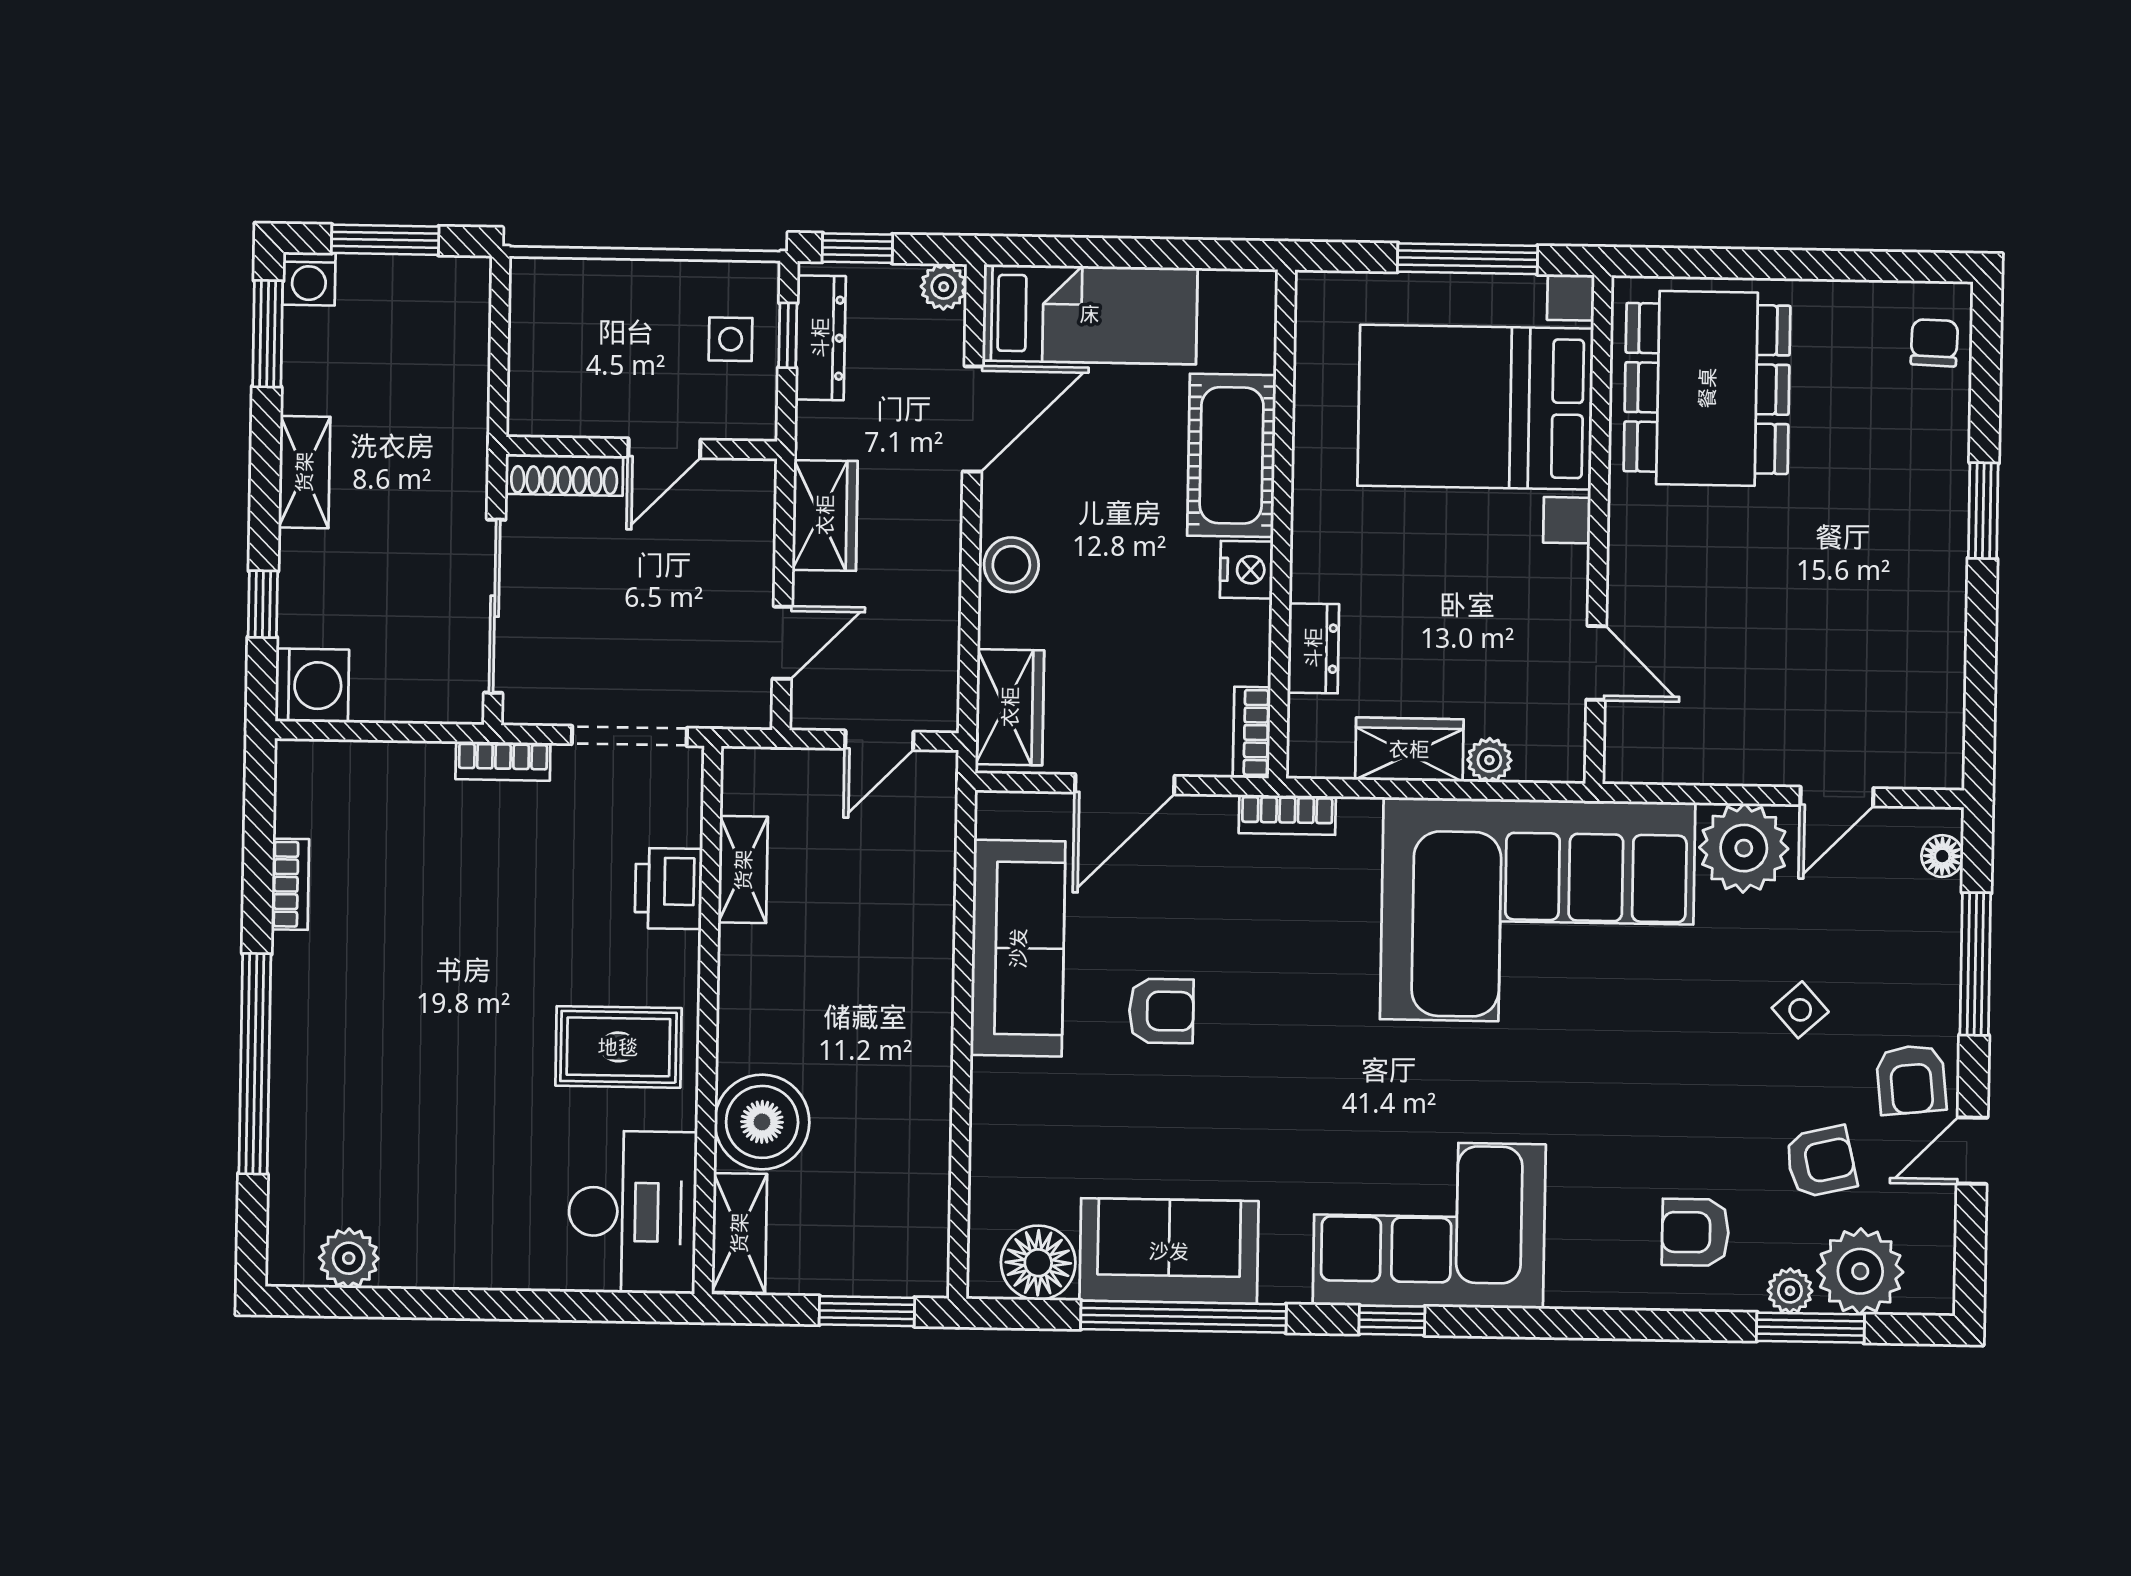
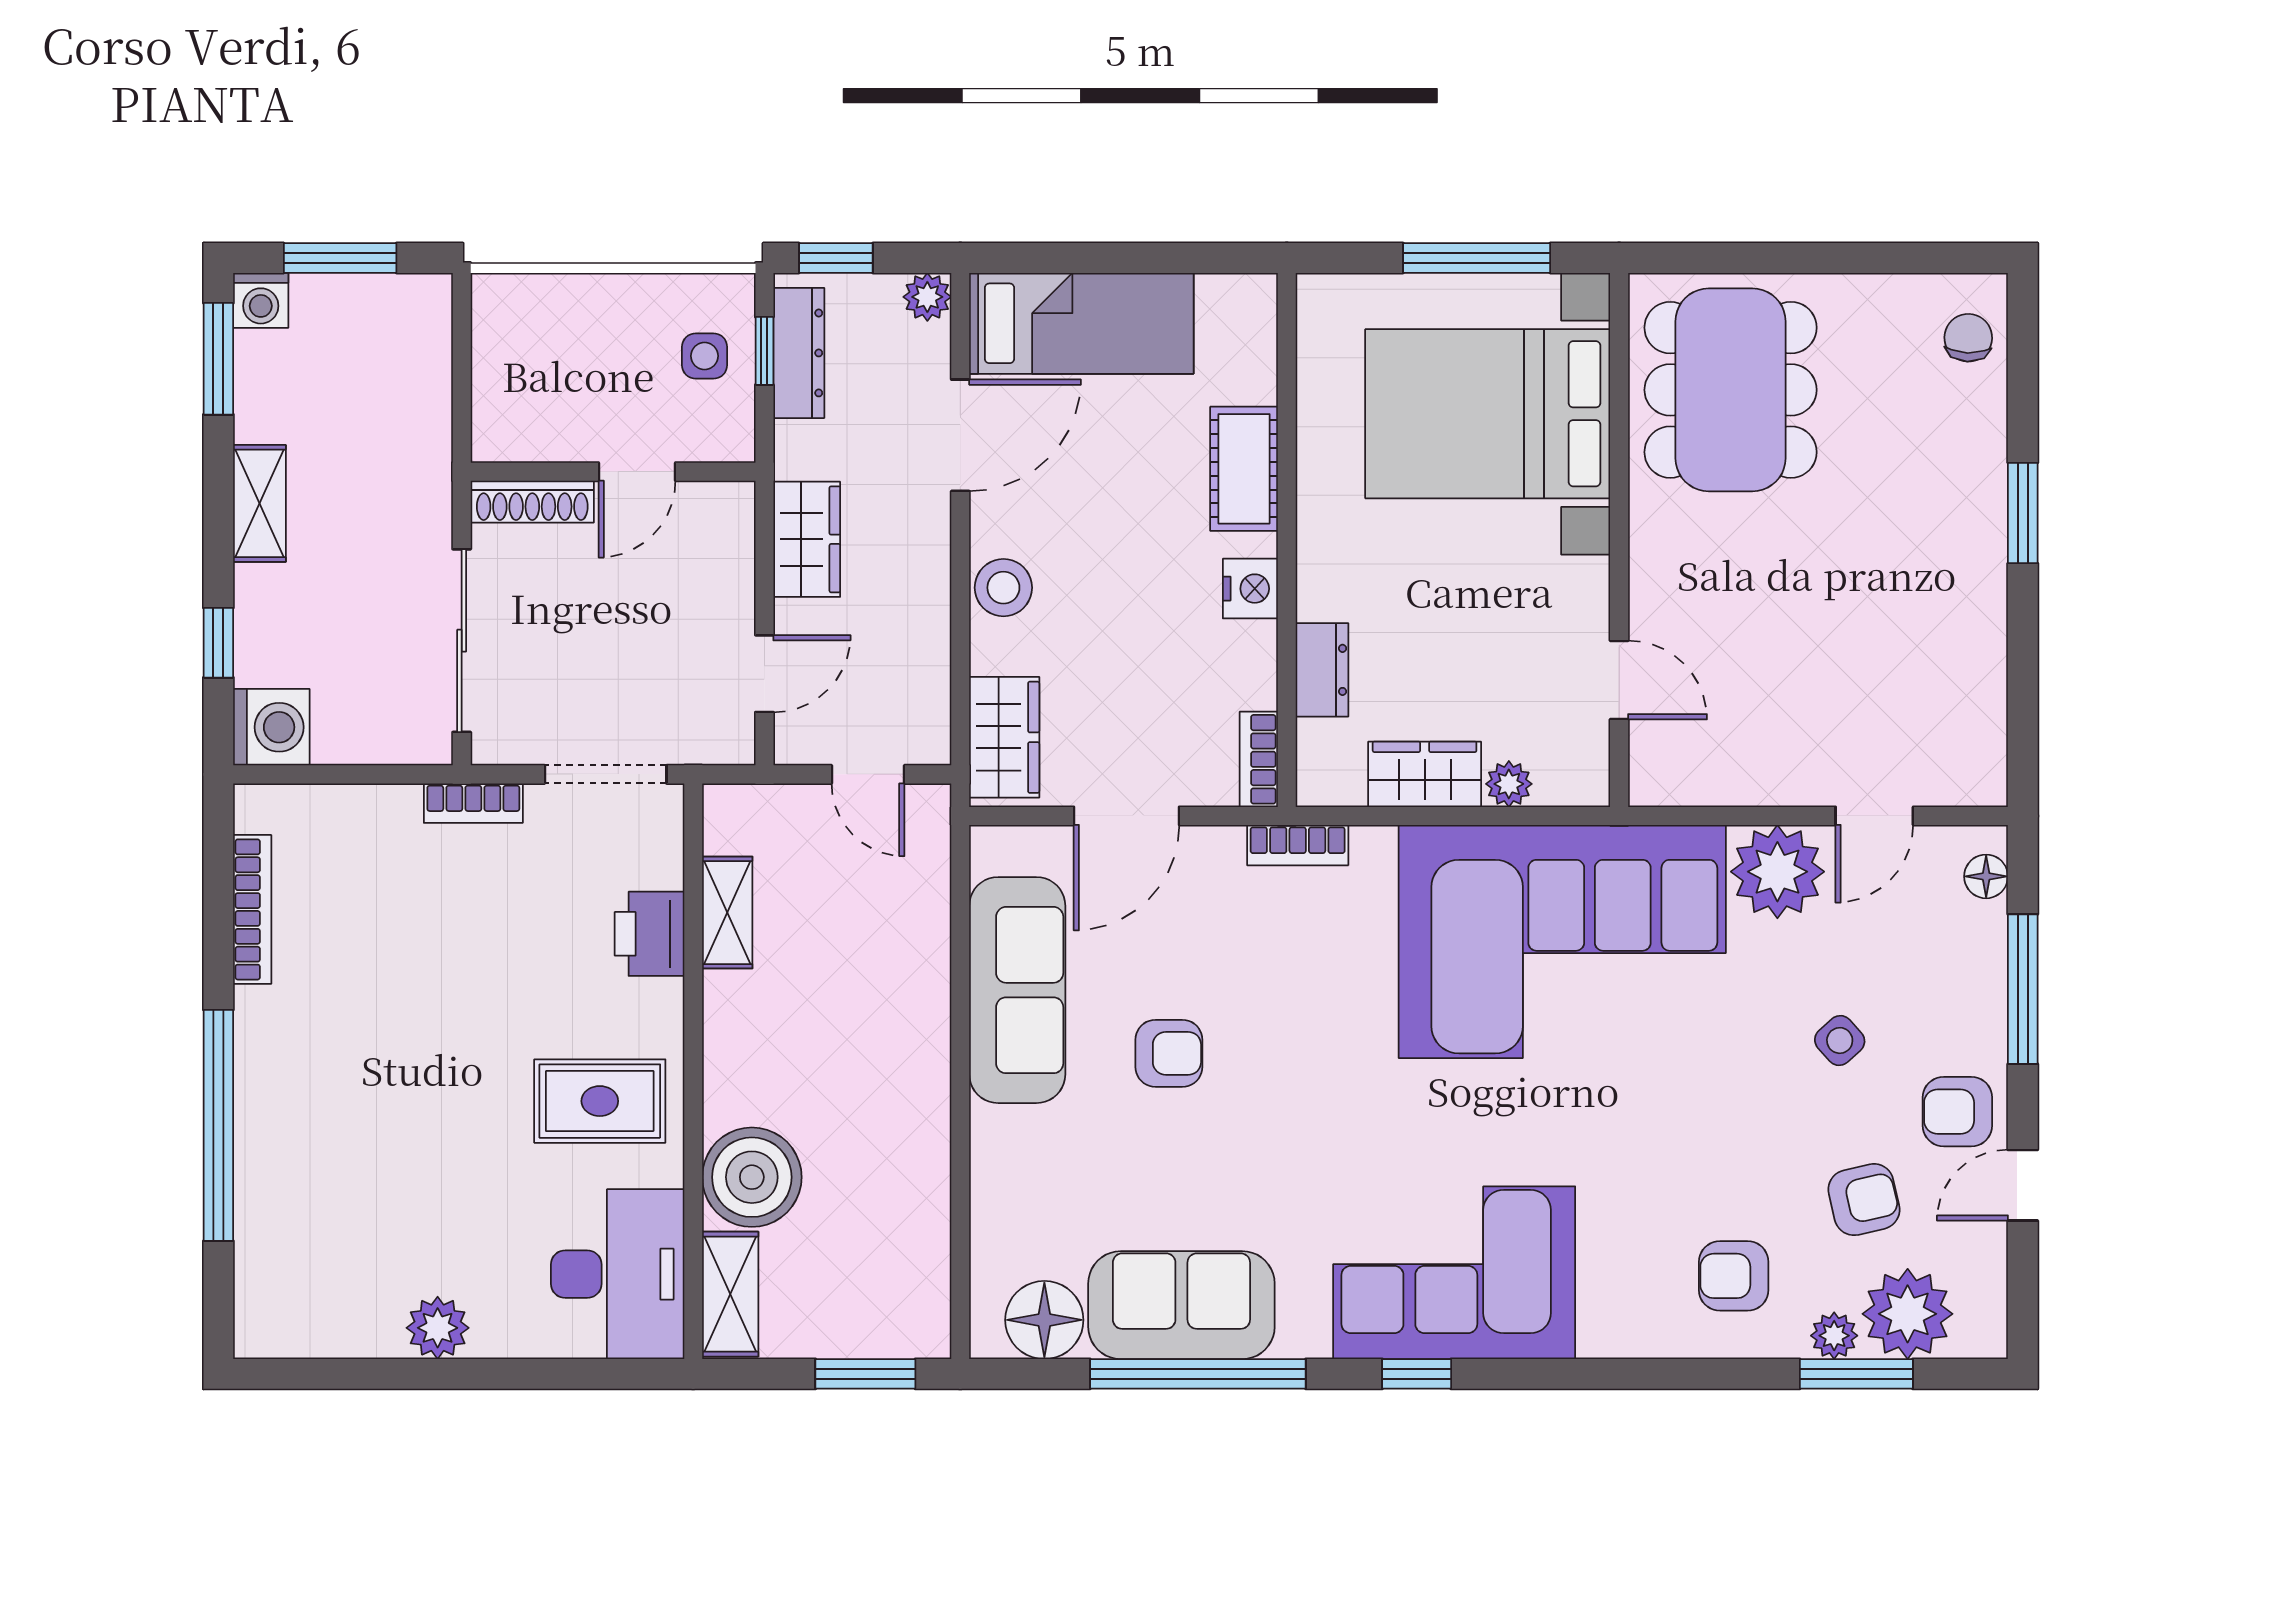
cot: (1232, 455) -> (1244, 469), width x0.73, depth x0.75
door: (879, 740) -> (868, 774), hinge flipped
bookcase: (290, 884) -> (252, 909), width x1.56
armchair: (1911, 1080) -> (1957, 1112), turned 96
plant: (349, 1258) -> (438, 1328), moved

